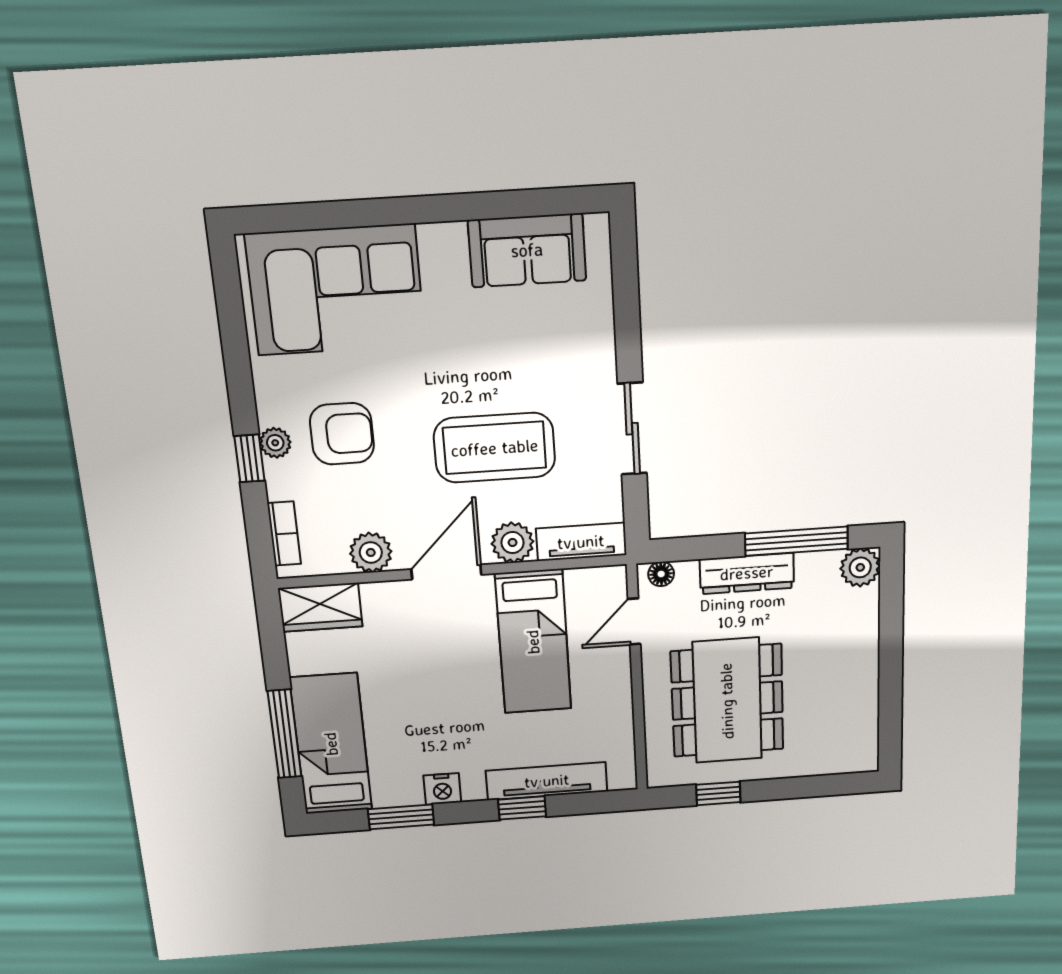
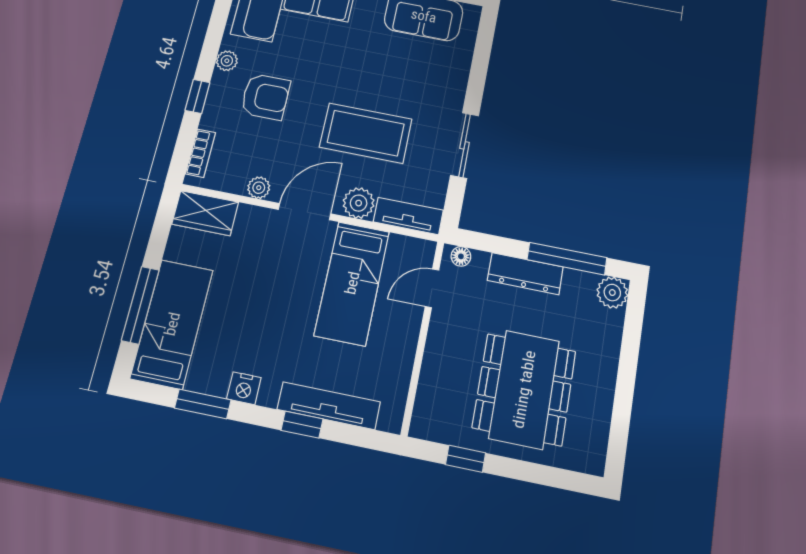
plant: (275, 443) -> (227, 61), moved
plant: (371, 552) -> (259, 188), width x0.73, depth x0.73
dining table: (727, 701) -> (524, 389), moved

